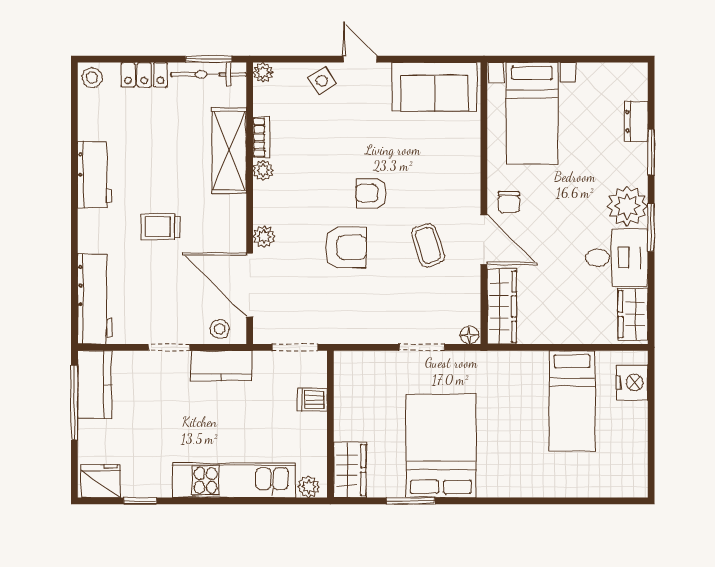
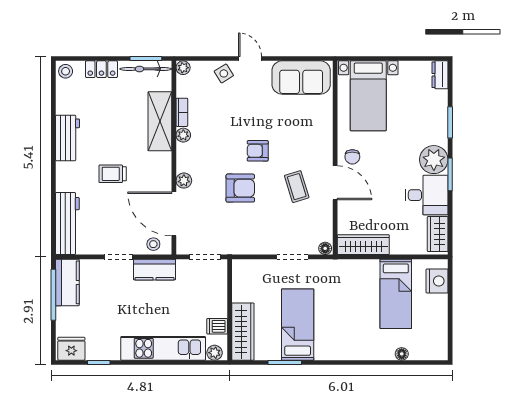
dresser: (636, 121) -> (440, 75), moved
wardrobe: (502, 307) -> (363, 245), moved, turned -90
dishwasher: (312, 400) -> (217, 326), moved
bed: (441, 446) -> (298, 325), width x0.67
wardrobe: (350, 470) -> (243, 332), width x1.50
floor lamp: (581, 488) -> (402, 354), added

